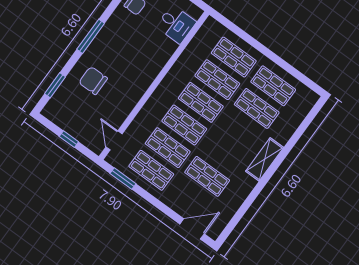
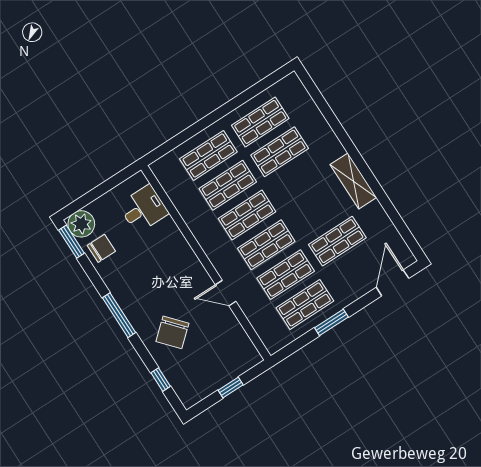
chair: (93, 81) -> (172, 332), turned -41
window: (55, 85) -> (161, 380), width x0.67
door: (114, 140) -> (226, 293), moved
shelving: (265, 159) -> (353, 181), moved
window: (123, 179) -> (331, 322), moved

